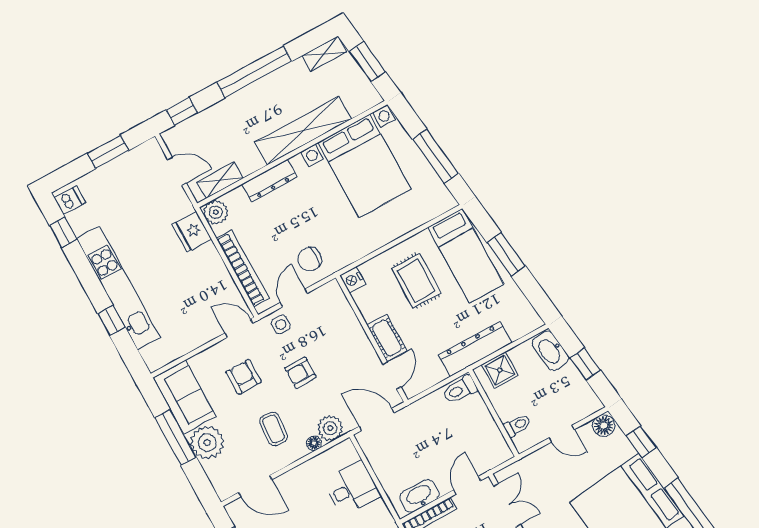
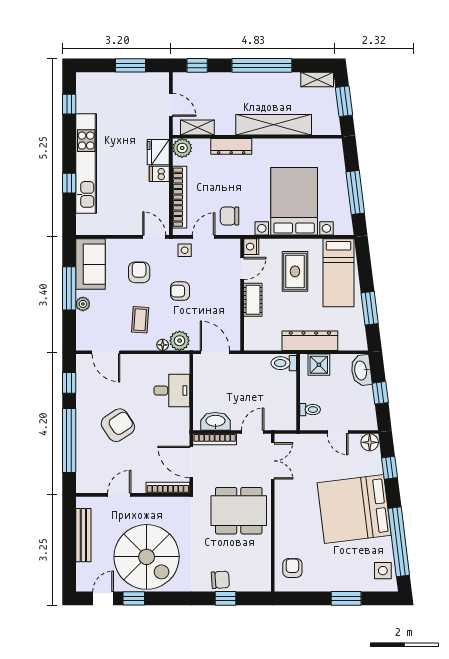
bed with nightstands: (365, 166) -> (294, 201), moved, turned 180
dishwasher: (70, 200) -> (159, 174), moved, turned 180
window: (506, 254) -> (370, 308), moved
door: (392, 376) -> (242, 268), moved
plant: (207, 442) -> (83, 304), width x0.53, depth x0.53

